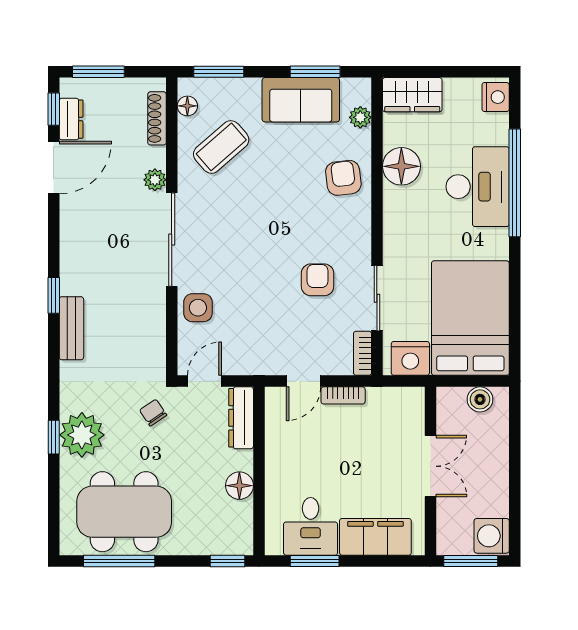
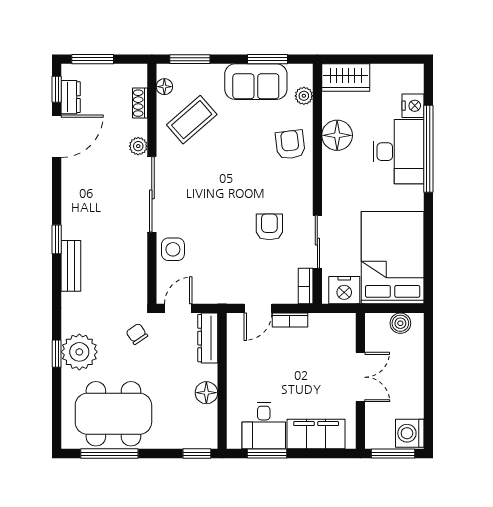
nightstand: (496, 97) -> (413, 106), moved
shoe rack: (157, 118) -> (140, 103), width x0.70

